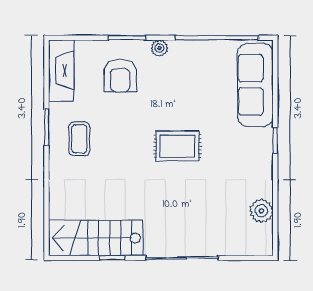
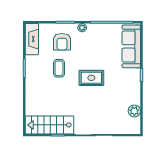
coffee table: (79, 139) -> (59, 68), moved

